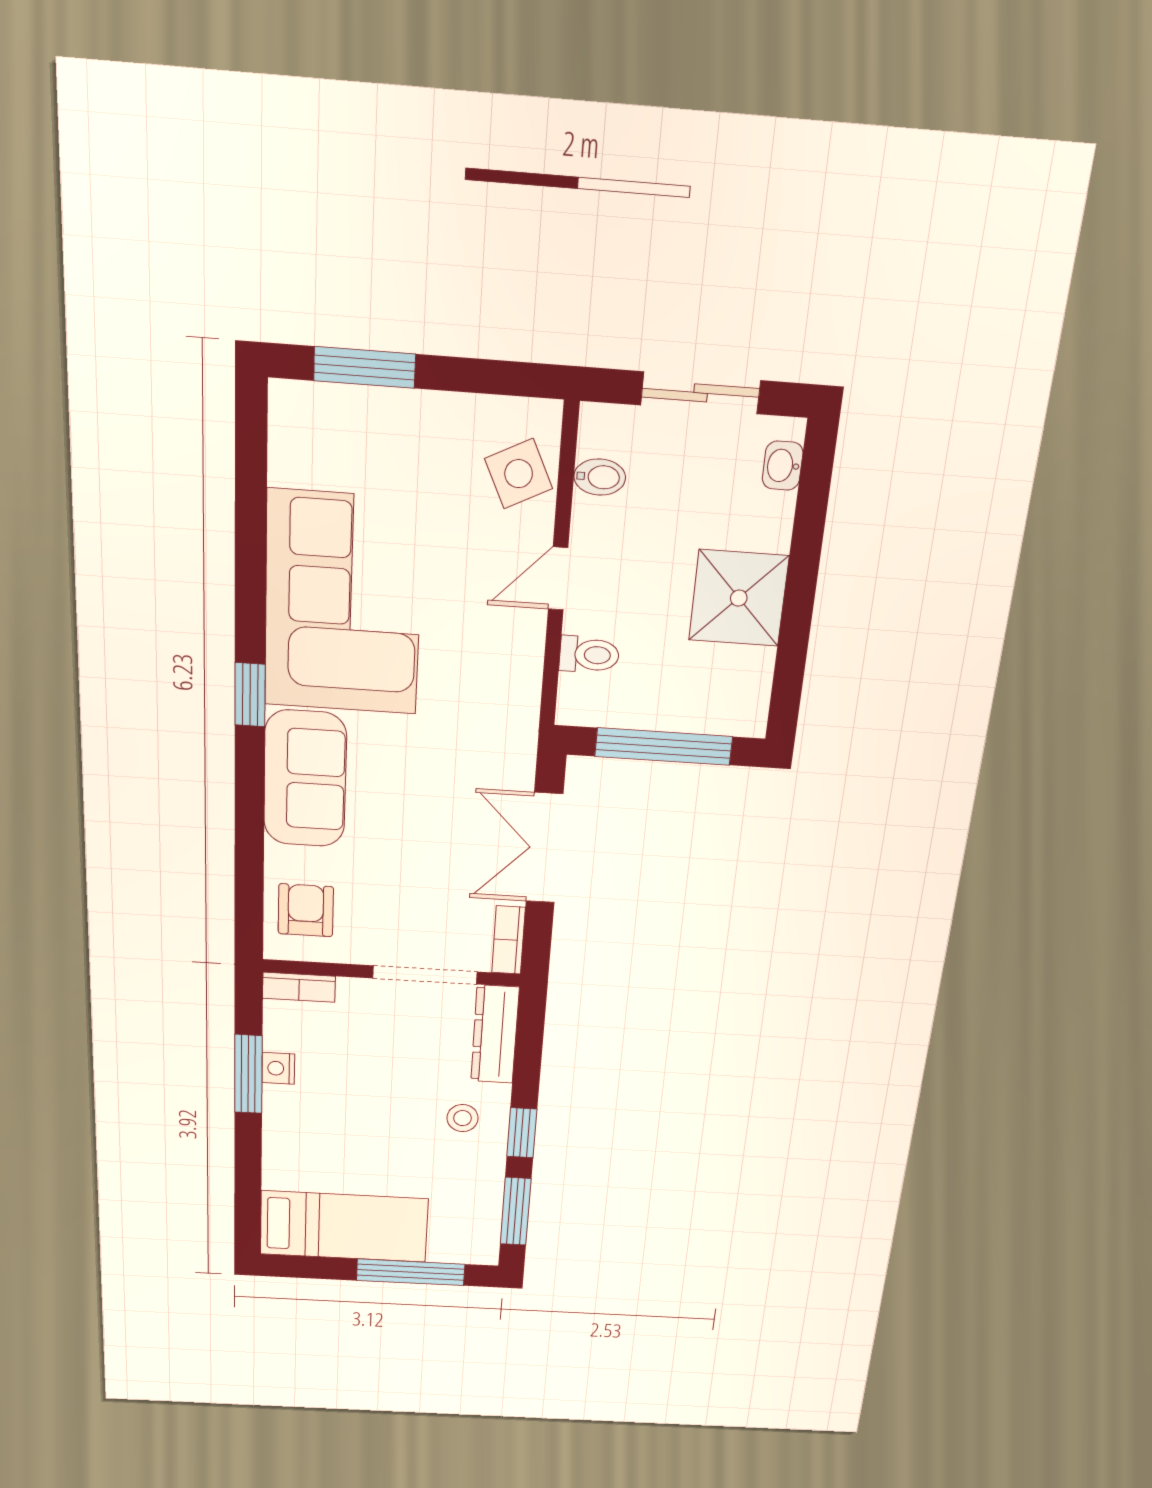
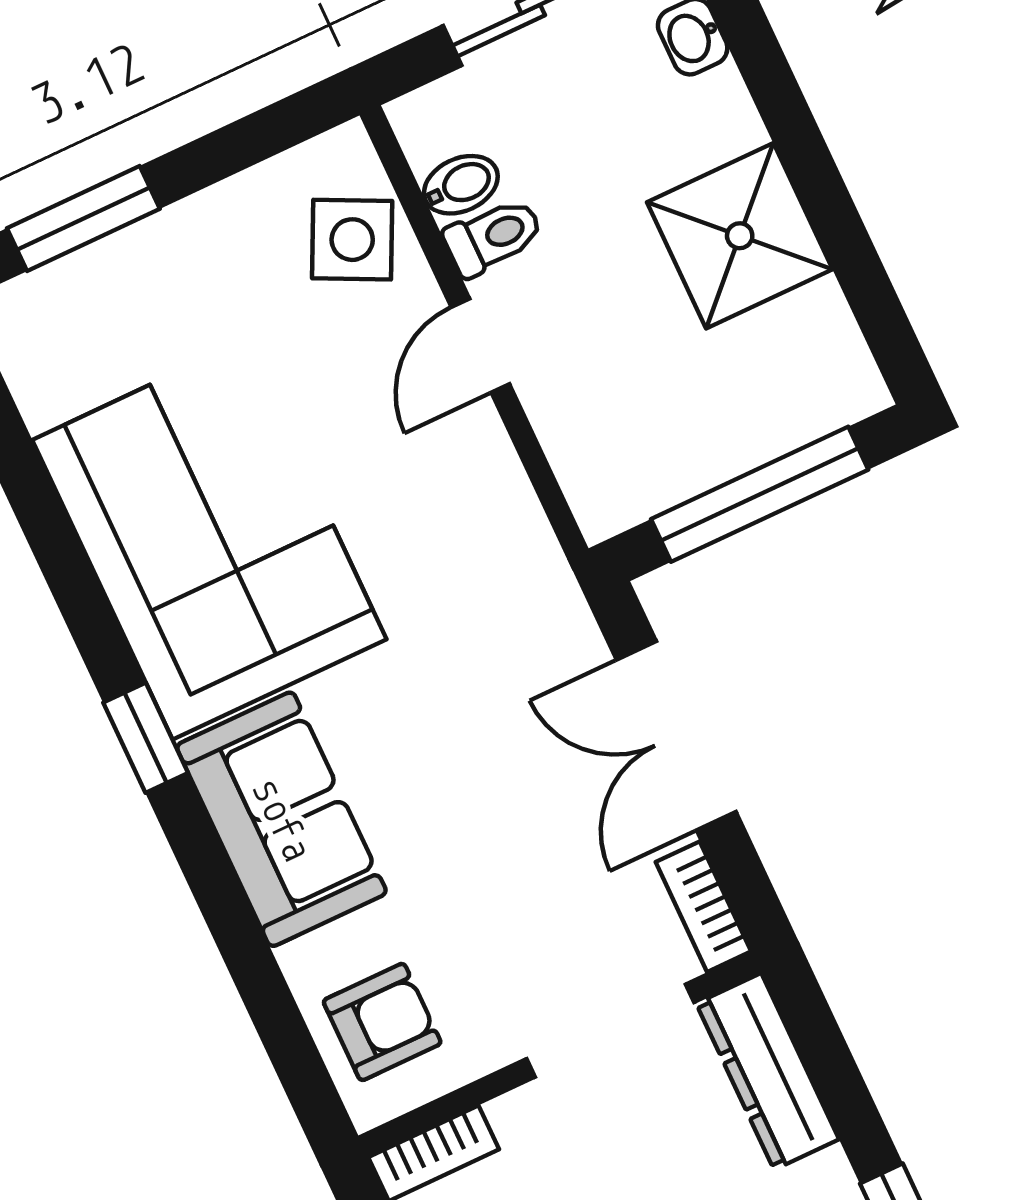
side table: (519, 474) -> (352, 240), turned -38
toilet: (589, 655) -> (493, 237), moved
armchair: (306, 910) -> (382, 1022), turned 90

